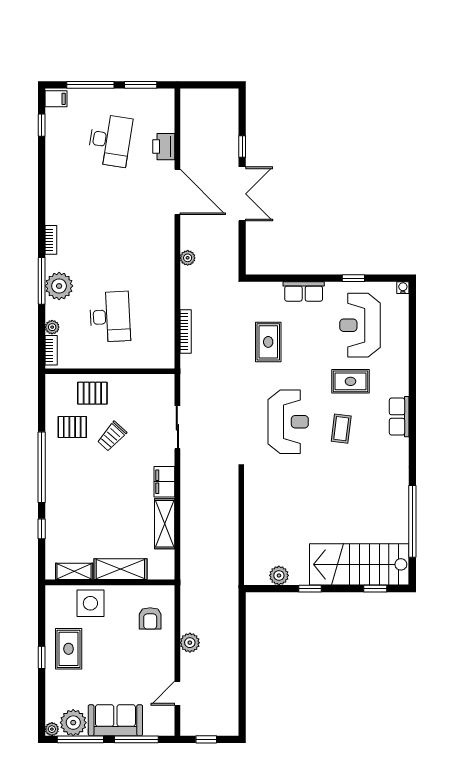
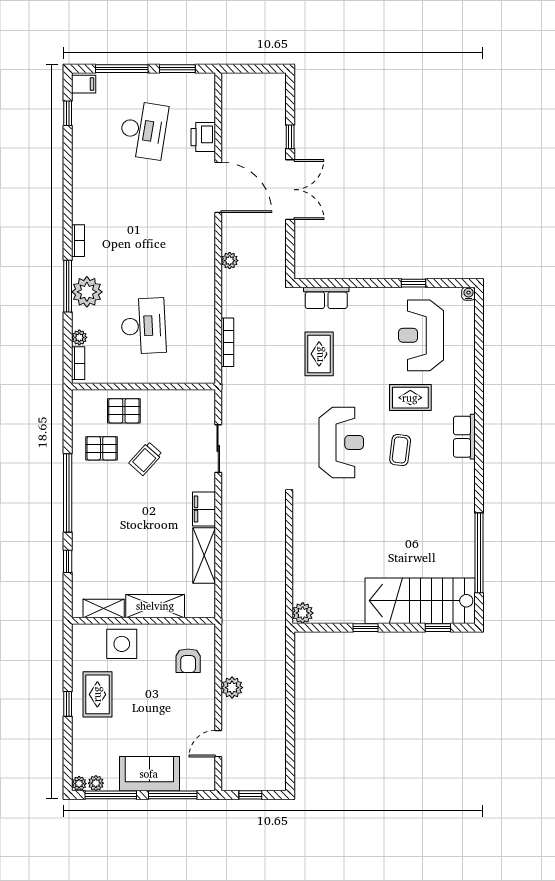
row of seats: (304, 291) -> (326, 298), moved
plant: (279, 575) -> (303, 613), moved
plant: (73, 723) -> (96, 783), width x0.53, depth x0.53

